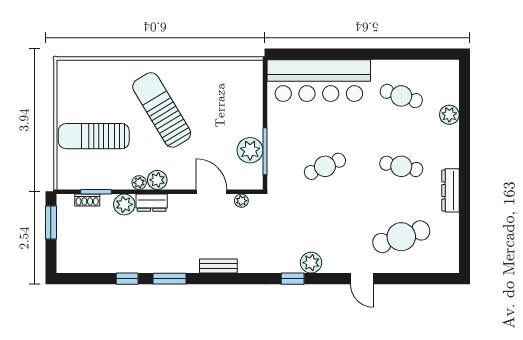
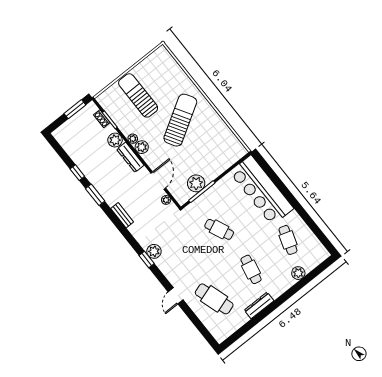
dresser: (152, 203) -> (130, 157), width x1.44
plant: (311, 263) -> (154, 251), moved

